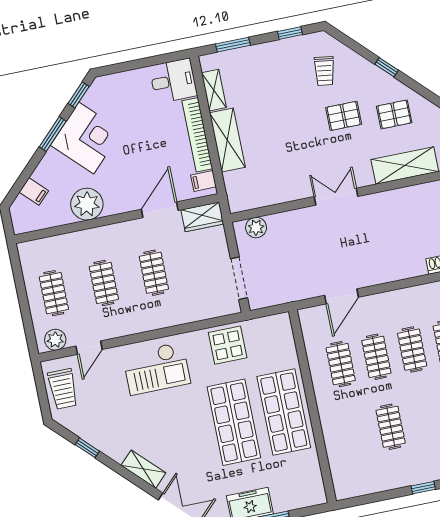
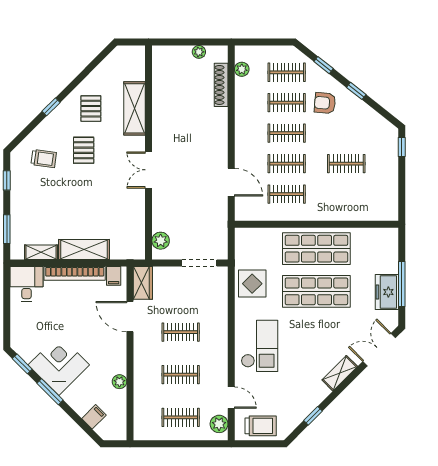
plant: (87, 204) -> (119, 382), width x0.53, depth x0.53

